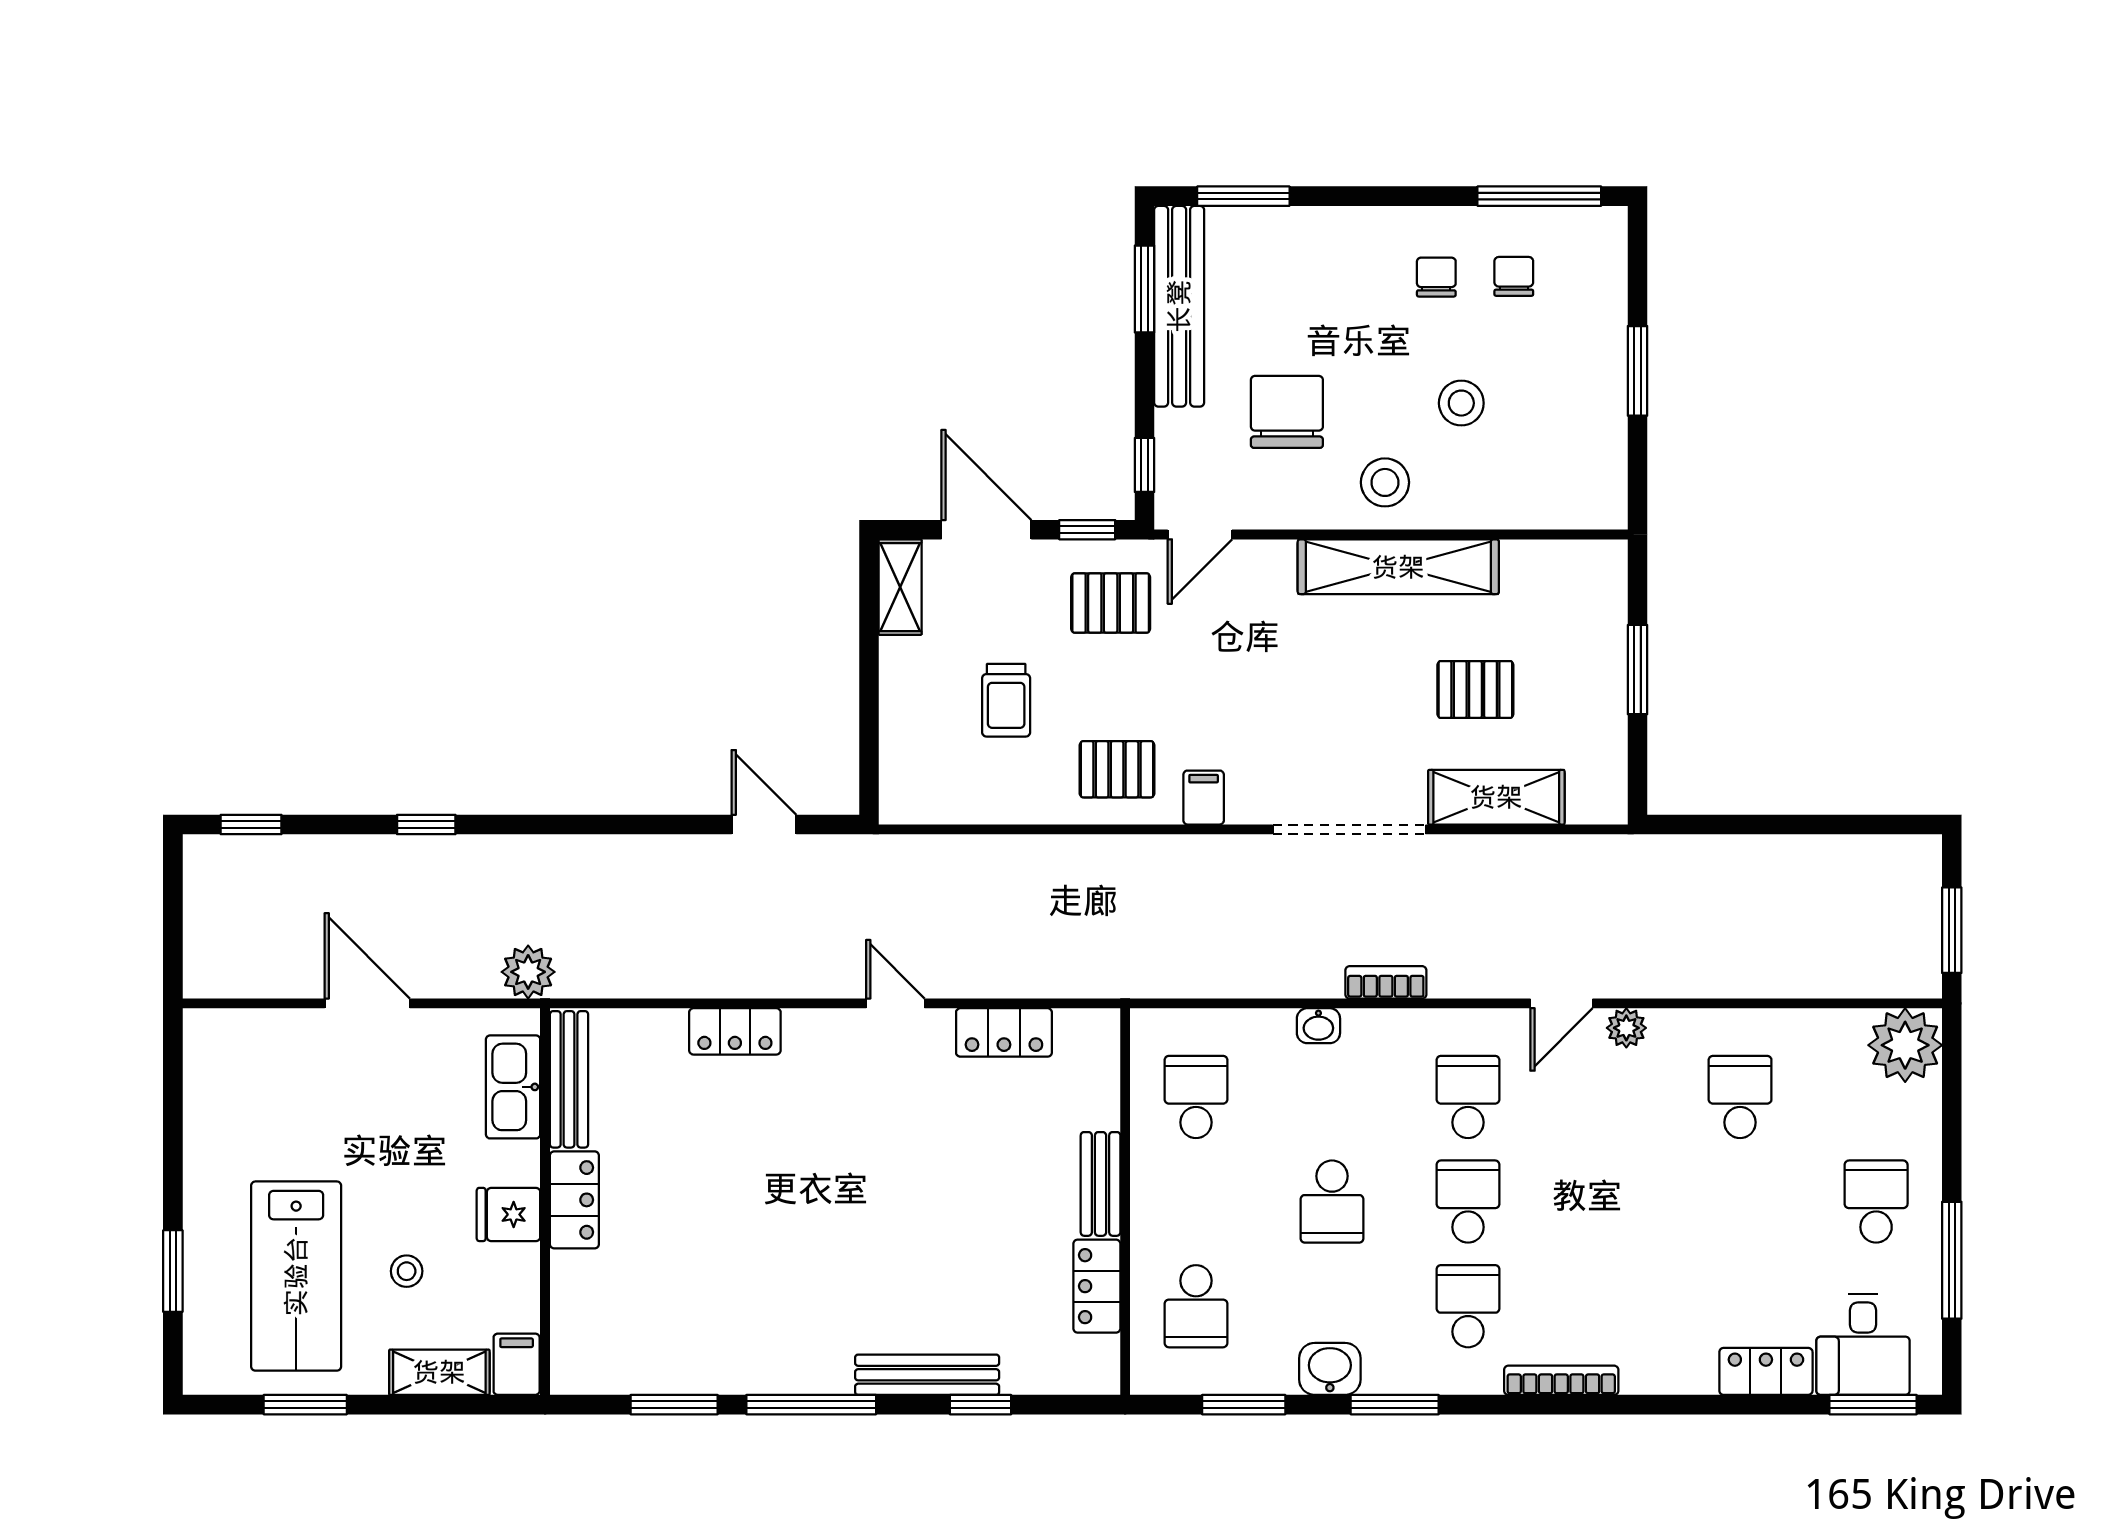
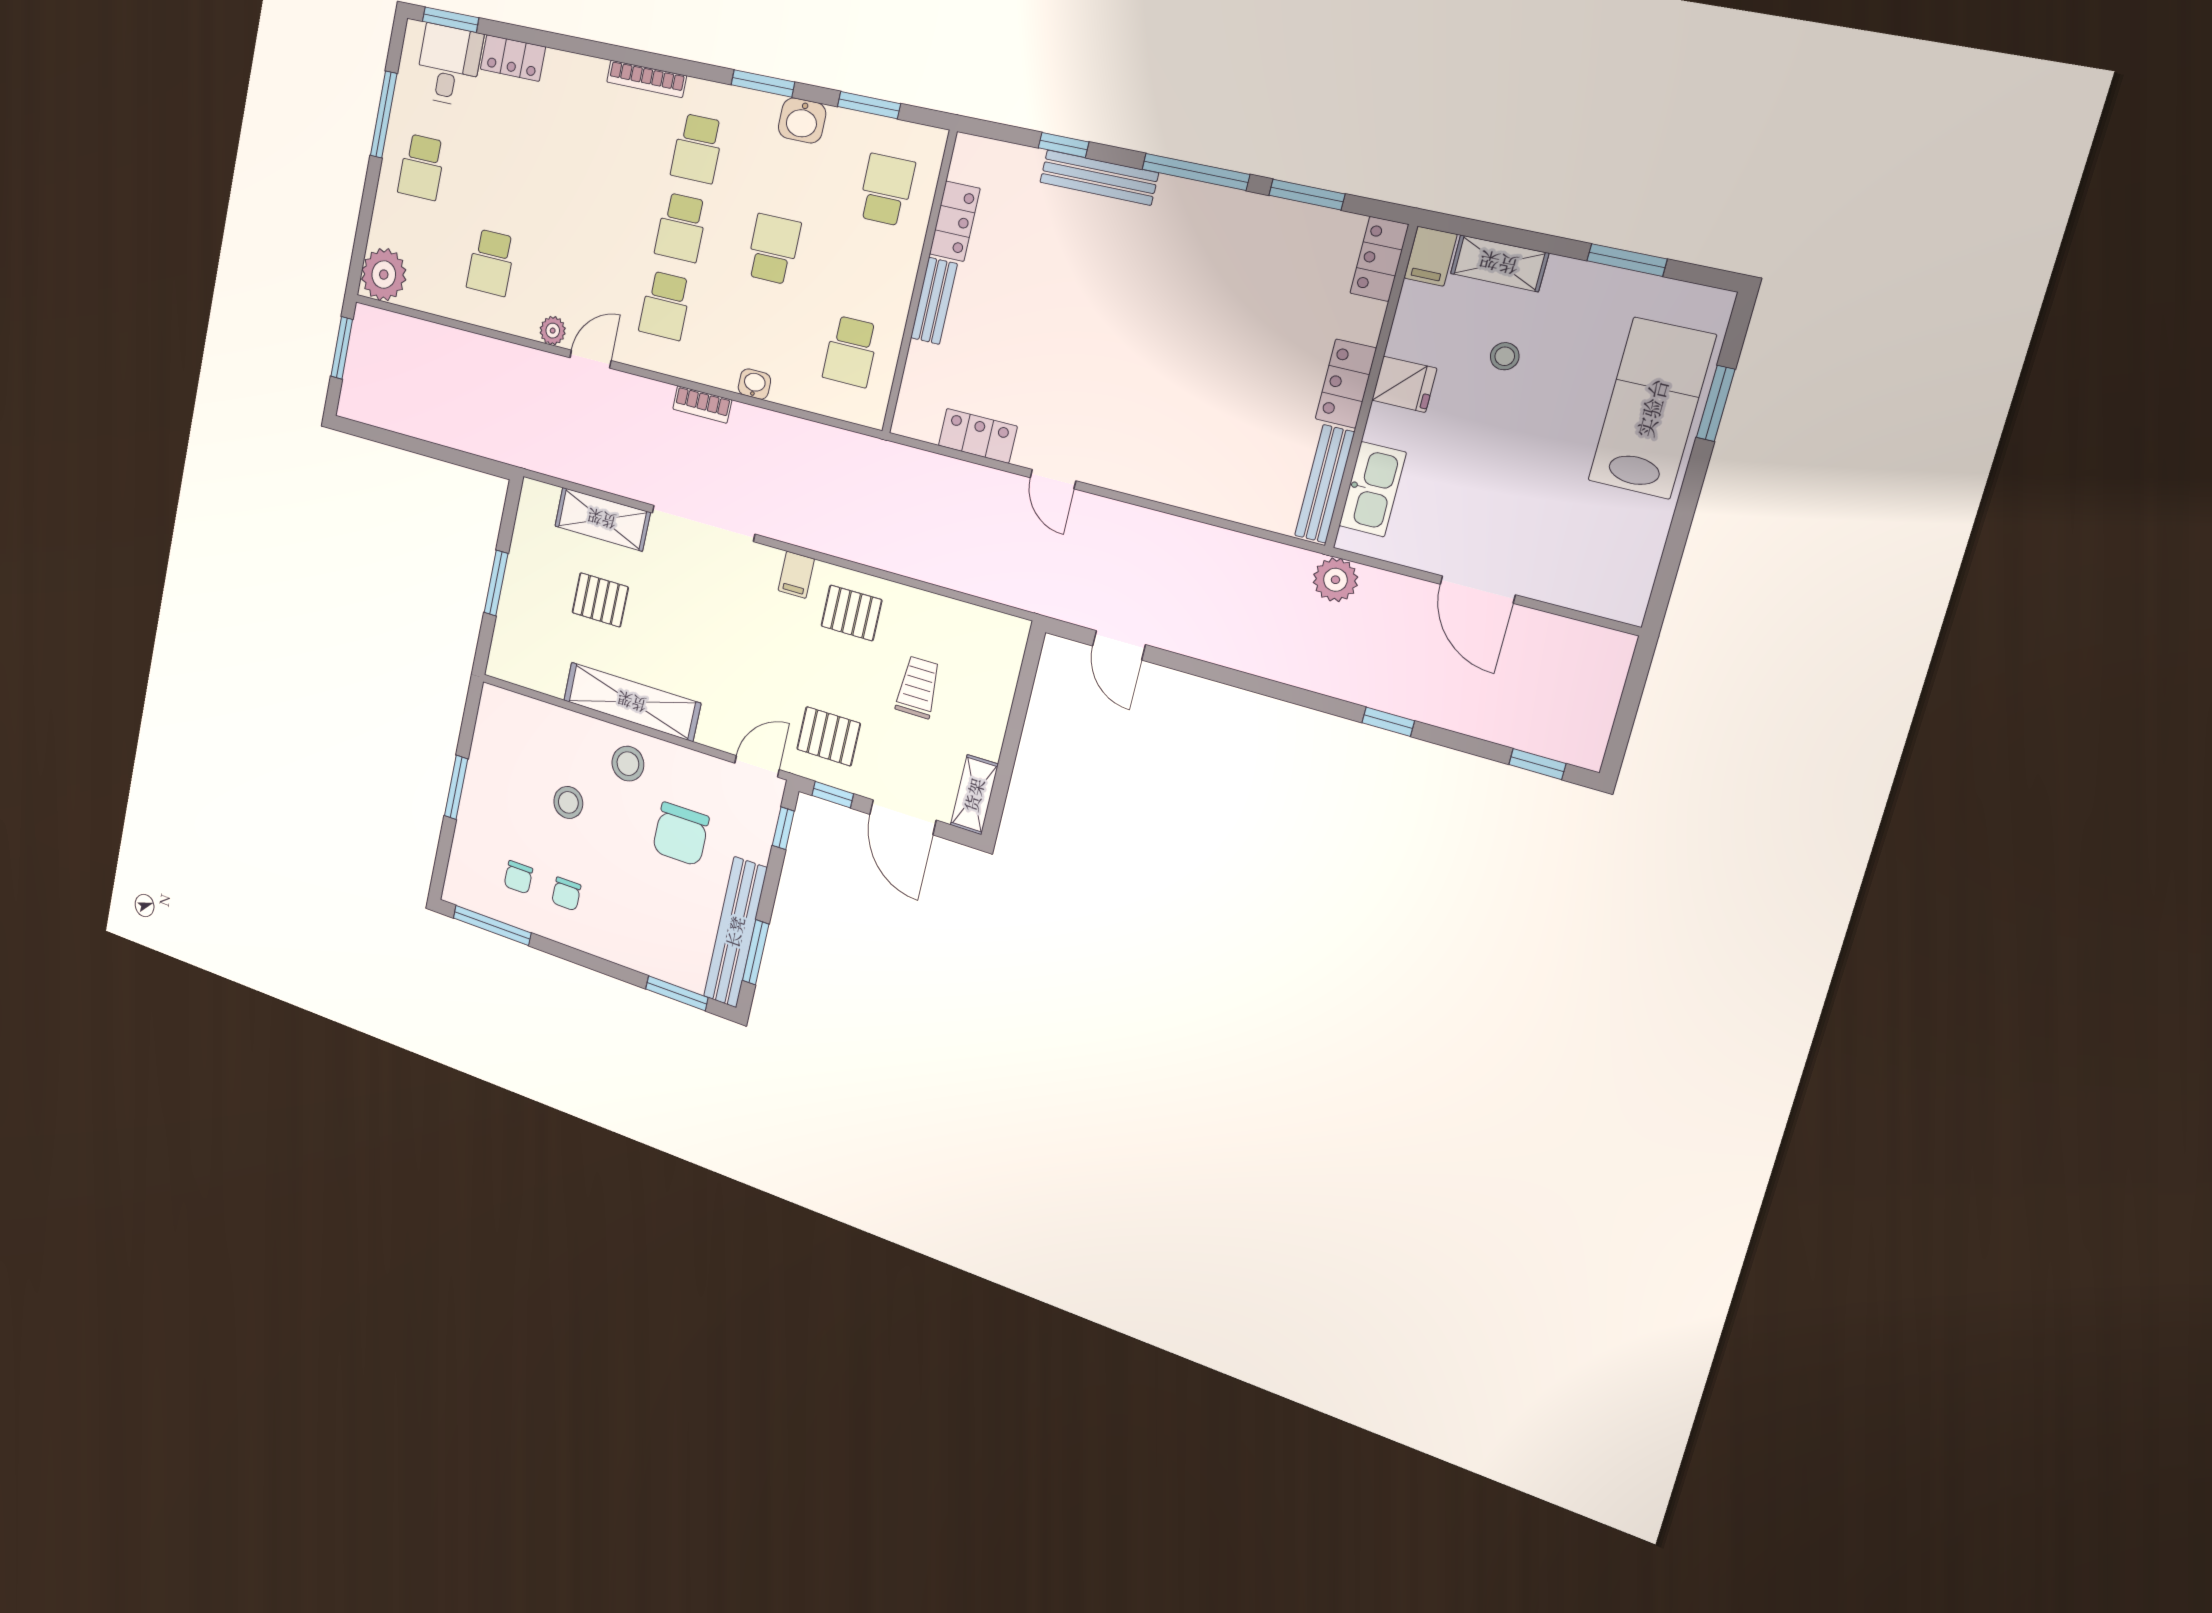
locker: (735, 1031) -> (1379, 259), moved, turned -90
lab bench: (296, 1276) -> (1652, 408), moved

